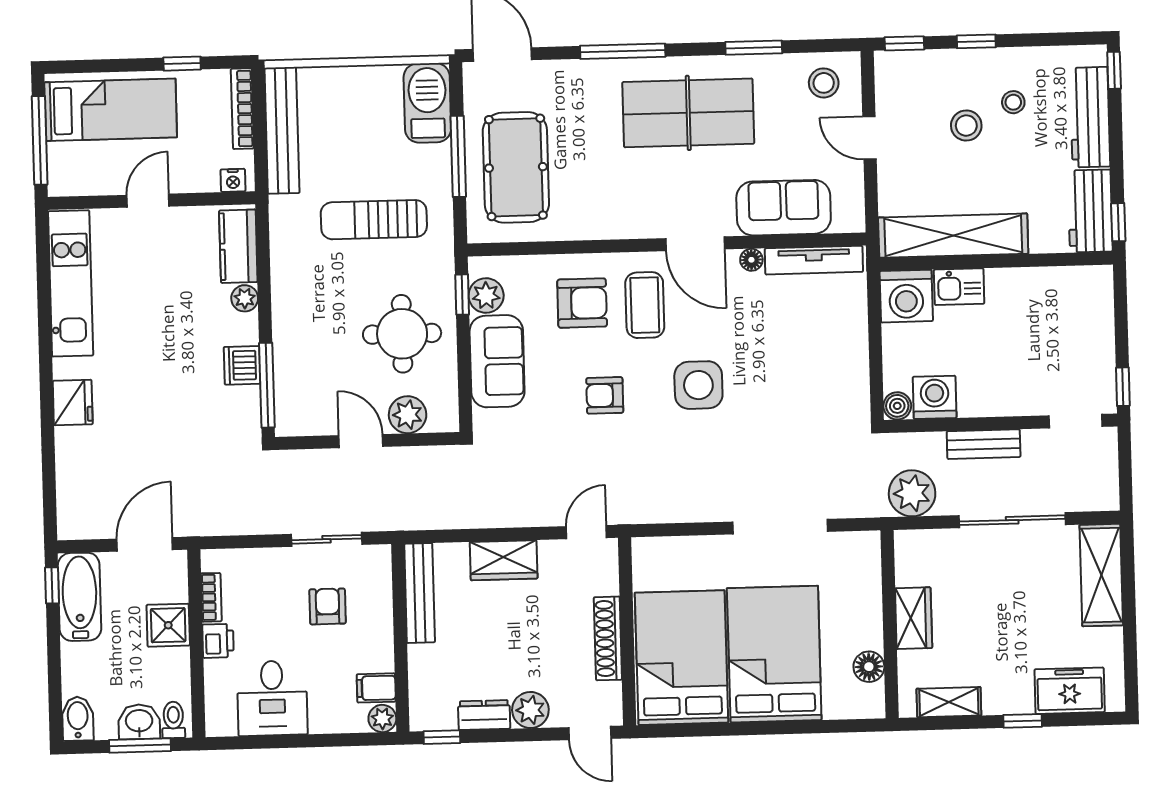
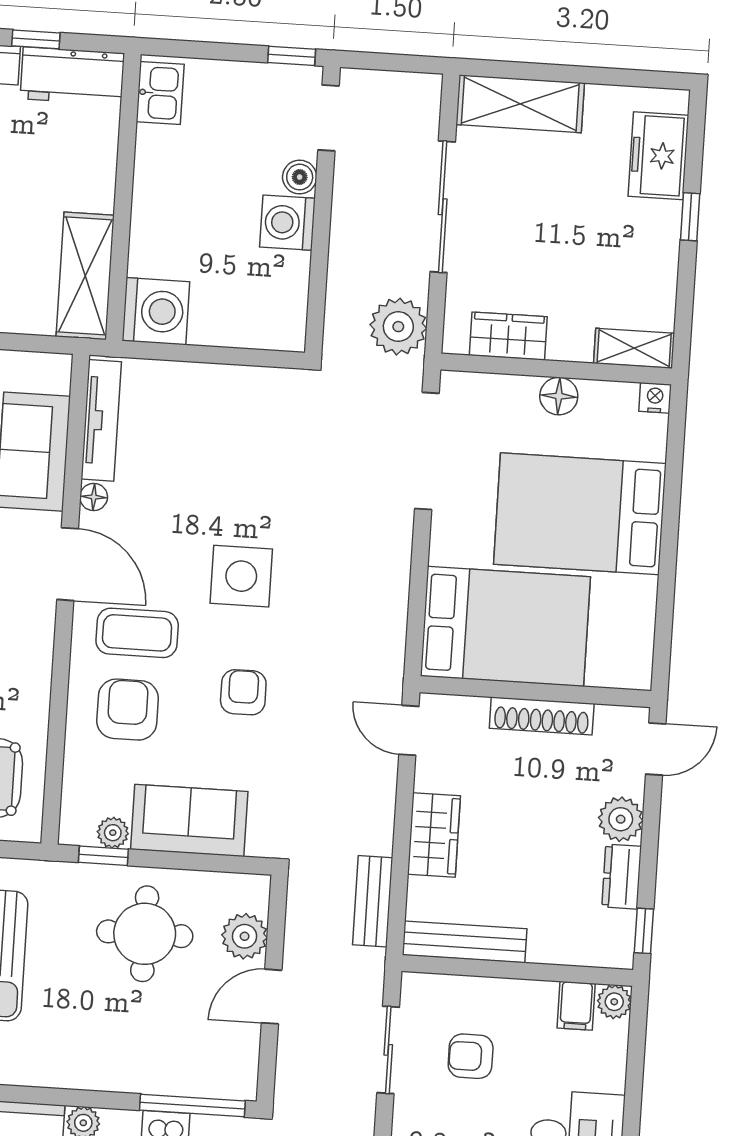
window: (1118, 222) -> (36, 39), moved
shelving: (953, 236) -> (85, 276), width x0.68
door: (695, 244) -> (68, 564), hinge flipped
kitchen sink: (959, 287) -> (160, 93), moved
plant: (486, 296) -> (113, 833), width x0.73, depth x0.73
armchair: (605, 395) -> (243, 692), turned 180
washing machine: (935, 397) -> (287, 223), moved
boiler: (897, 406) -> (300, 177), moved
bench: (984, 444) -> (373, 901), moved
doorway: (780, 527) -> (427, 451), moved
wardrobe: (914, 618) -> (508, 336), moved
bed: (682, 658) -> (505, 626), moved, turned 180
floor lamp: (869, 667) -> (559, 396), moved
shelving: (949, 702) -> (634, 348), moved, turned 90
nightstand: (874, 706) -> (655, 398), added

